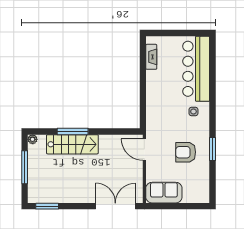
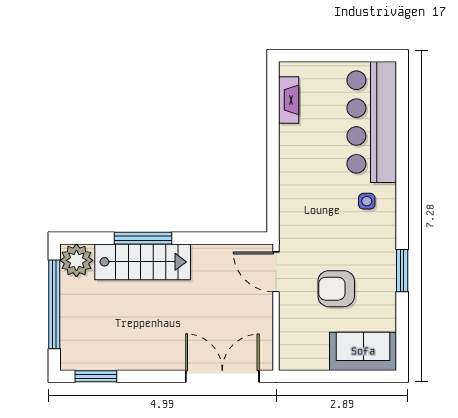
plant: (33, 139) -> (76, 260), width x1.88, depth x1.88
armchair: (186, 152) -> (336, 289), moved
window: (25, 167) -> (54, 304), width x1.46
sofa: (164, 193) -> (363, 351), moved

